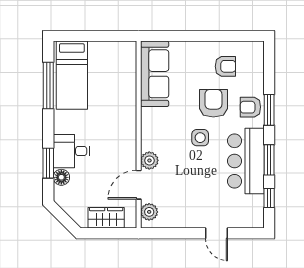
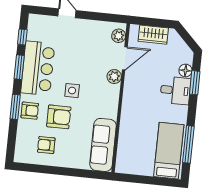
armchair: (213, 103) -> (59, 117), turned -90

